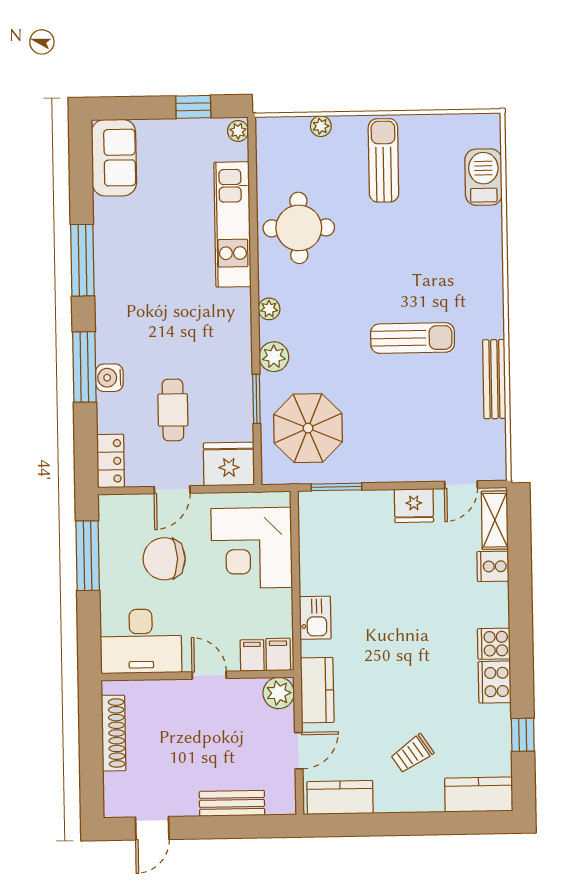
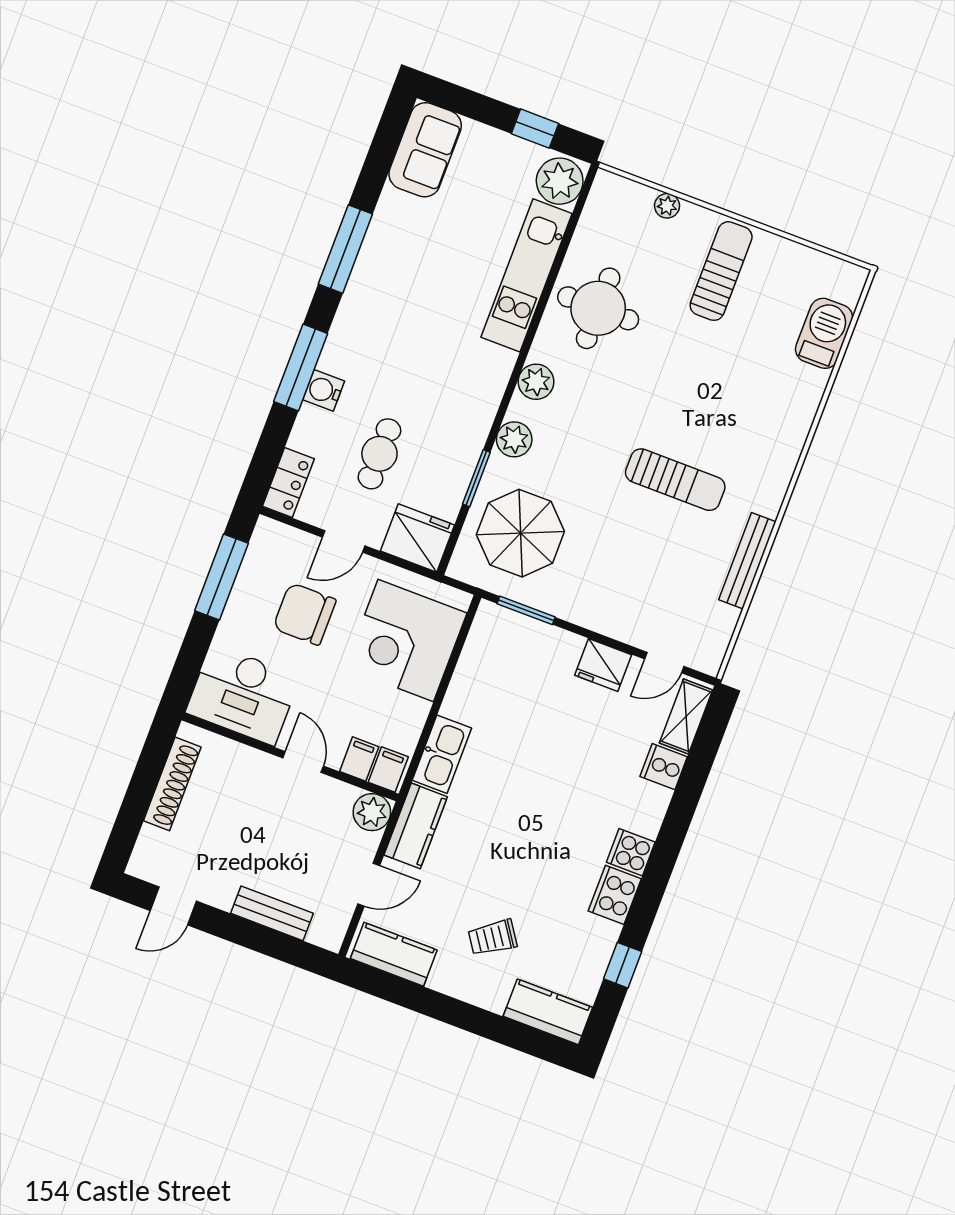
plant: (238, 131) -> (560, 181), width x1.88, depth x1.88
plant: (269, 309) -> (536, 382), width x1.38, depth x1.38
kitchen sink: (315, 618) -> (442, 754), width x1.38

